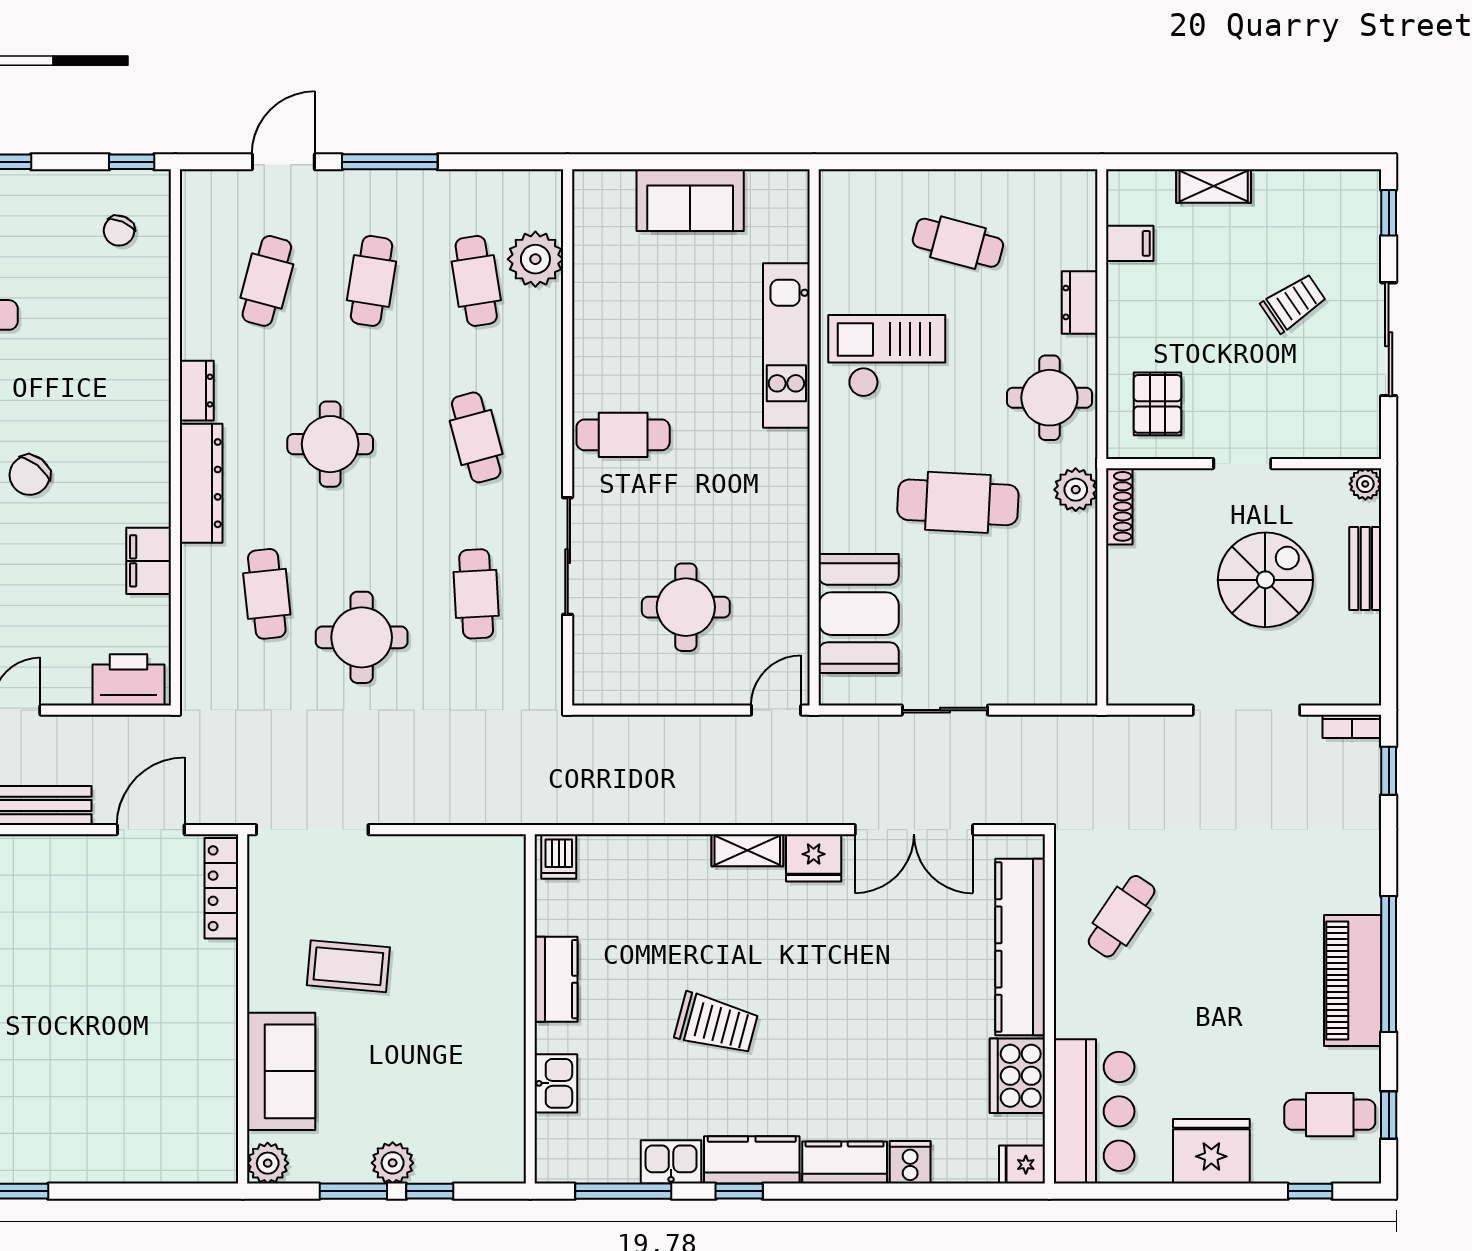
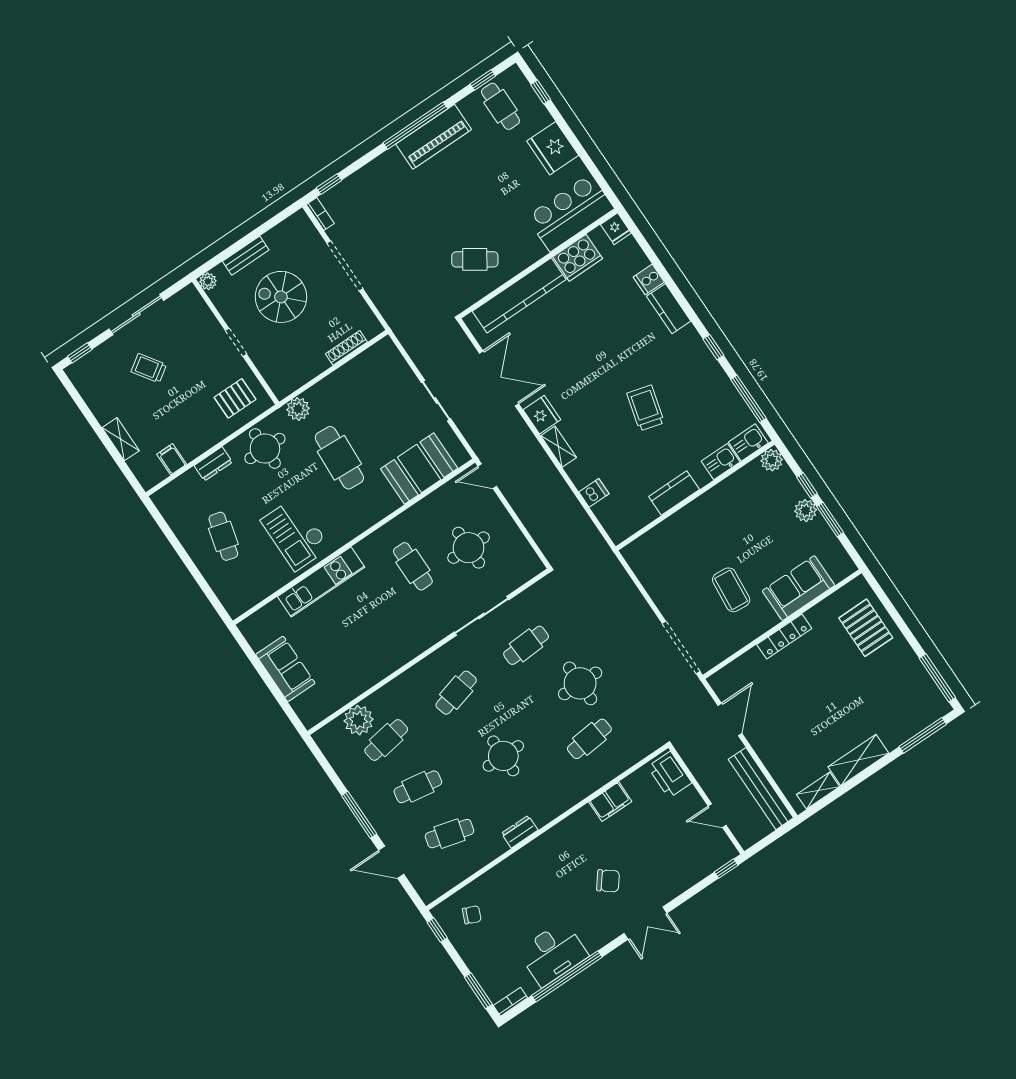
cafe table: (623, 435) -> (413, 566), moved
dresser: (201, 483) -> (560, 802), removed
shoe rack: (1119, 506) -> (346, 348), moved
door: (151, 830) -> (730, 719), swing flipped
dishwasher: (559, 856) -> (594, 493), moved
locker: (221, 888) -> (784, 636), moved
pallet: (150, 1133) -> (866, 628), added
kitchen counter: (752, 1160) -> (696, 351), removed
kitchen sink: (671, 1162) -> (748, 442), moved, turned 90
plant: (268, 1163) -> (772, 460), moved

